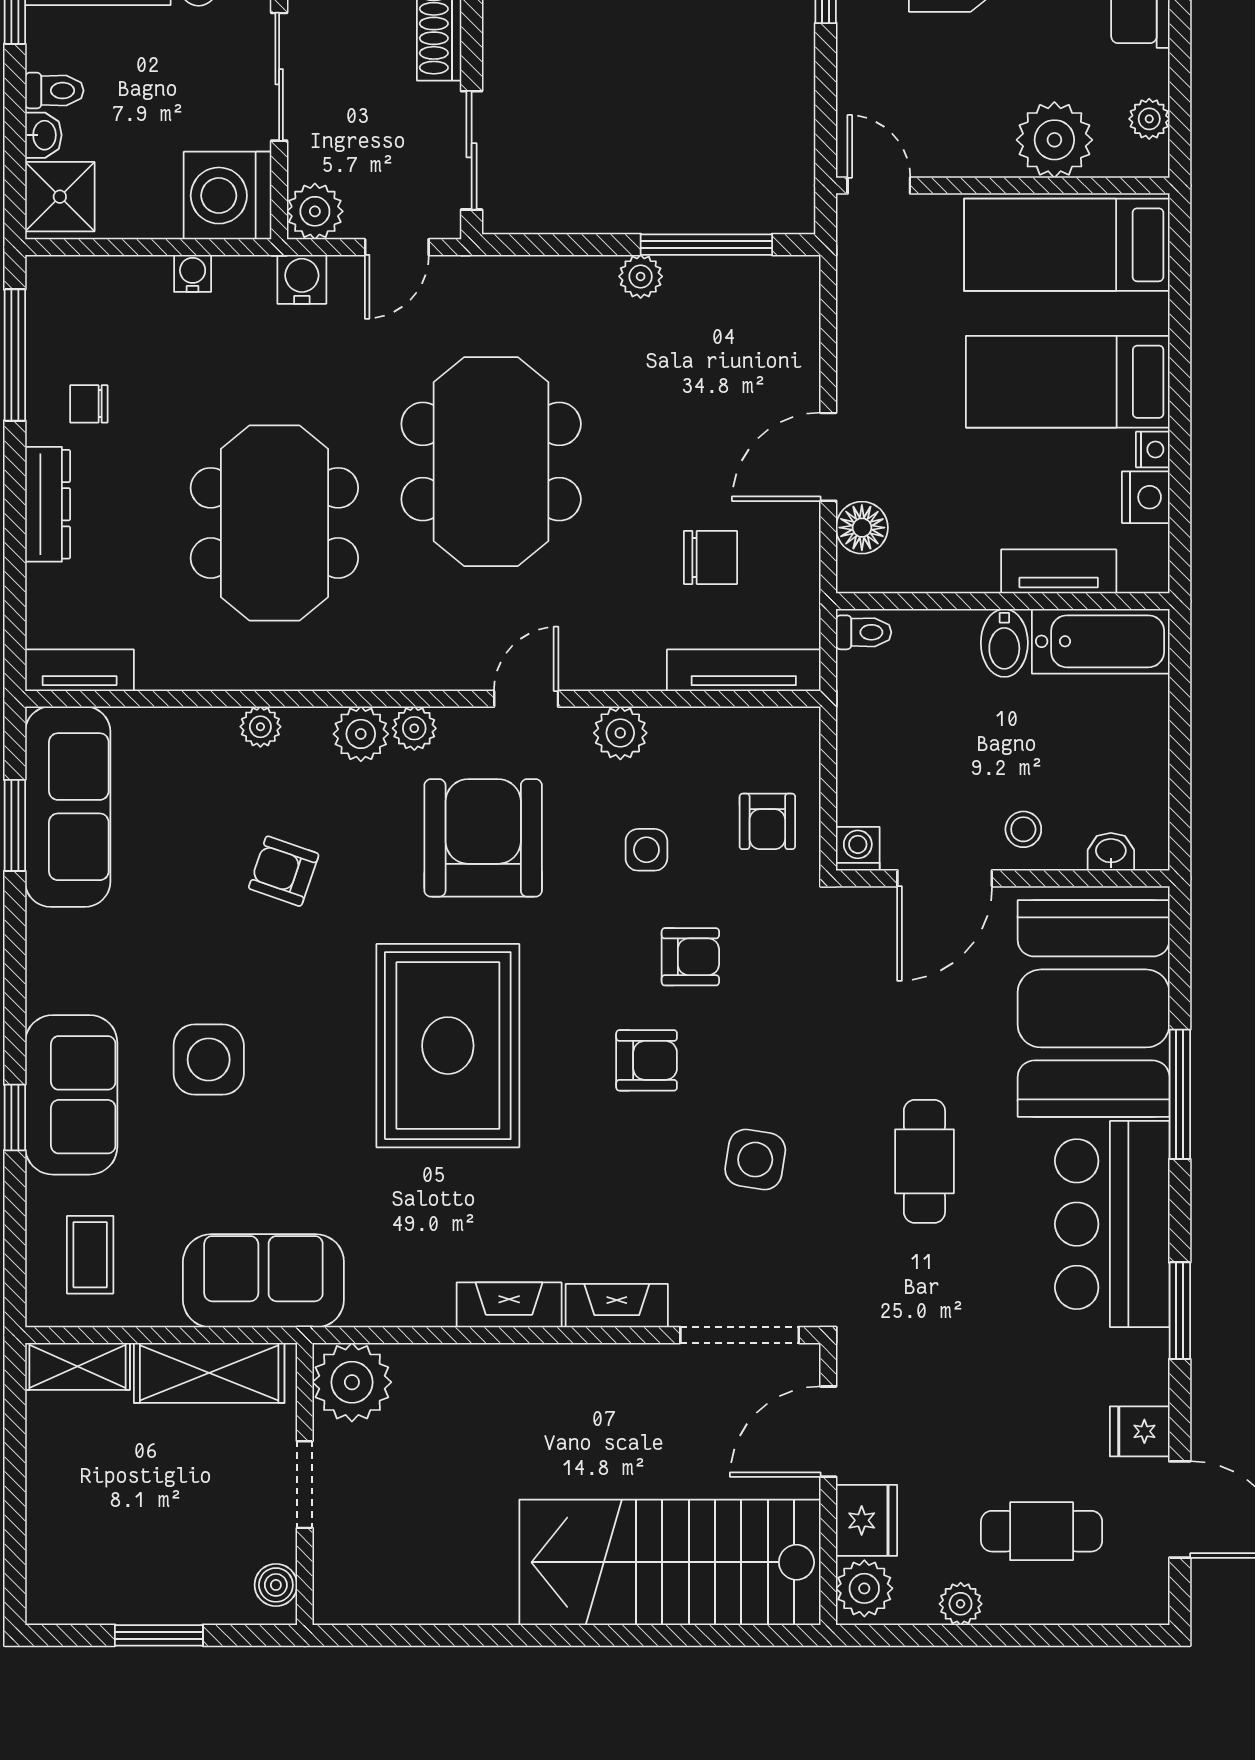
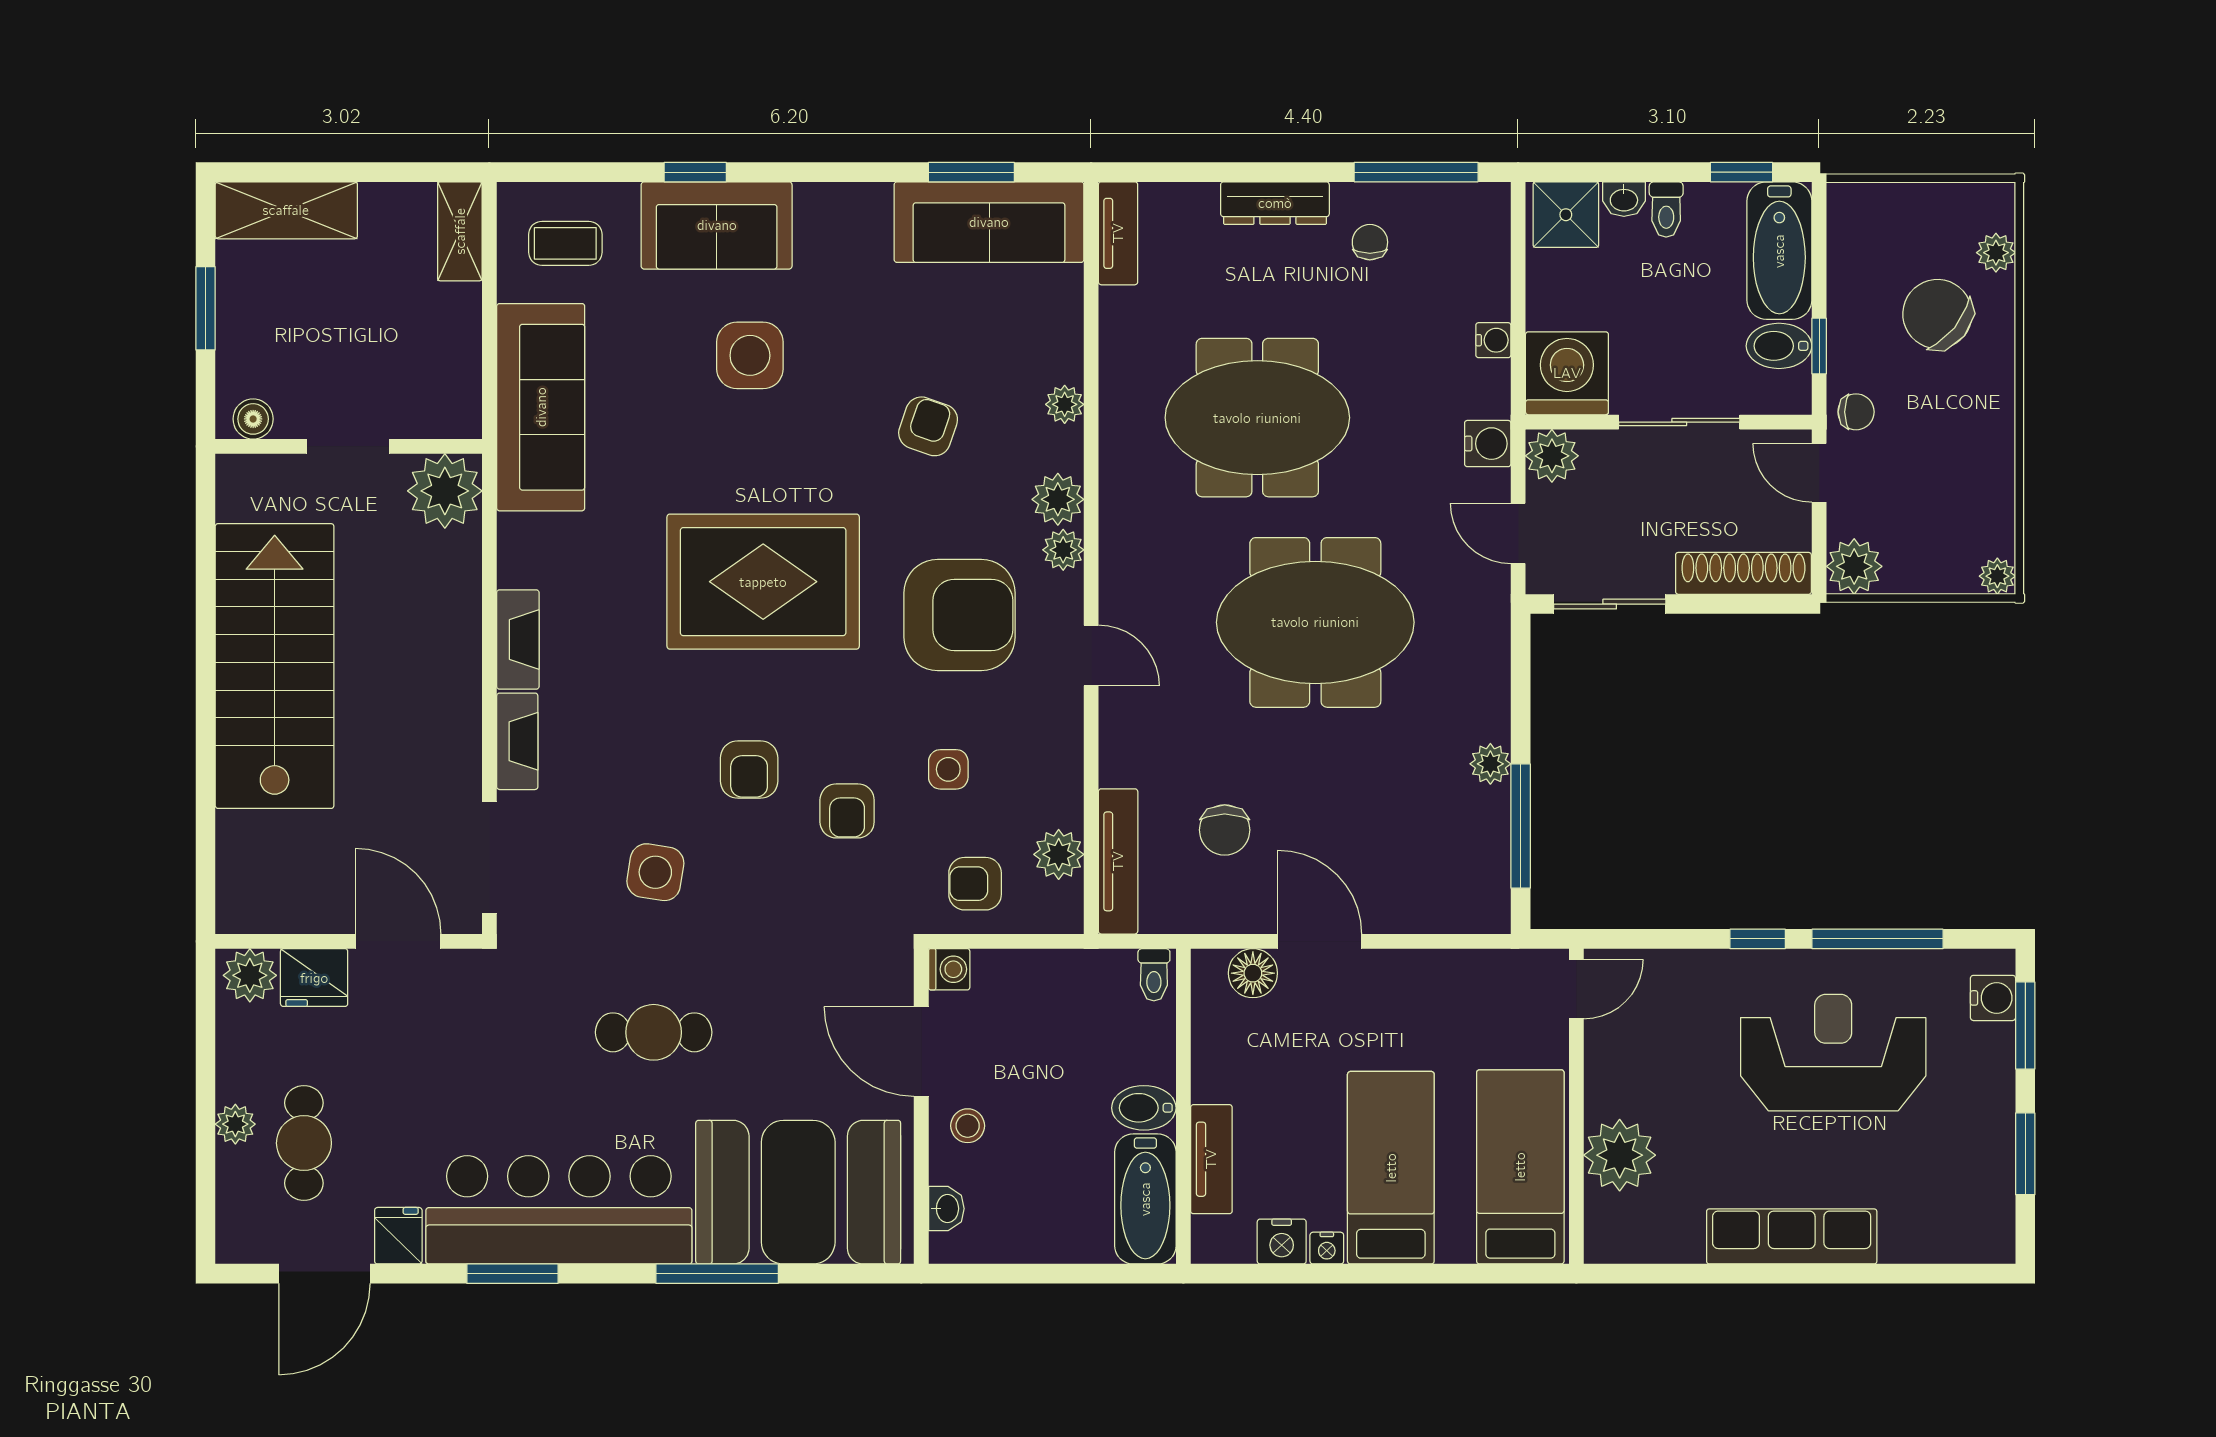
plant: (1149, 119) -> (1639, 1245), removed
plant: (620, 733) -> (1059, 854), moved
bar counter: (1112, 1224) -> (559, 1210), width x1.36
sofa: (263, 1281) -> (541, 407), width x1.36
shelving: (209, 1373) -> (286, 210), moved, turned 90
stairs: (670, 1562) -> (275, 666), moved
plant: (961, 1604) -> (235, 1124), moved

